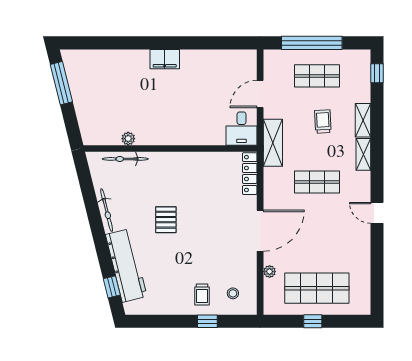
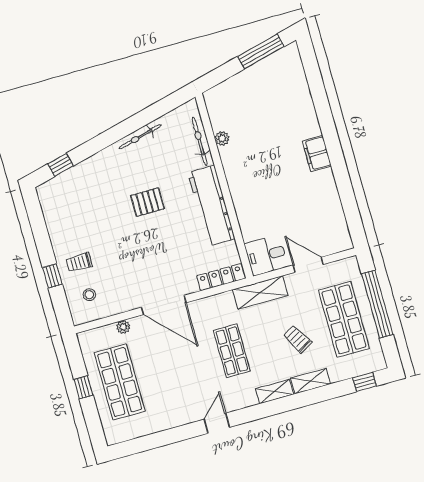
shop shelf: (317, 76) -> (344, 319), width x1.43, depth x1.36
trolley: (323, 122) -> (297, 339), turned -117
workbench: (126, 265) -> (211, 206), moved, turned 104

